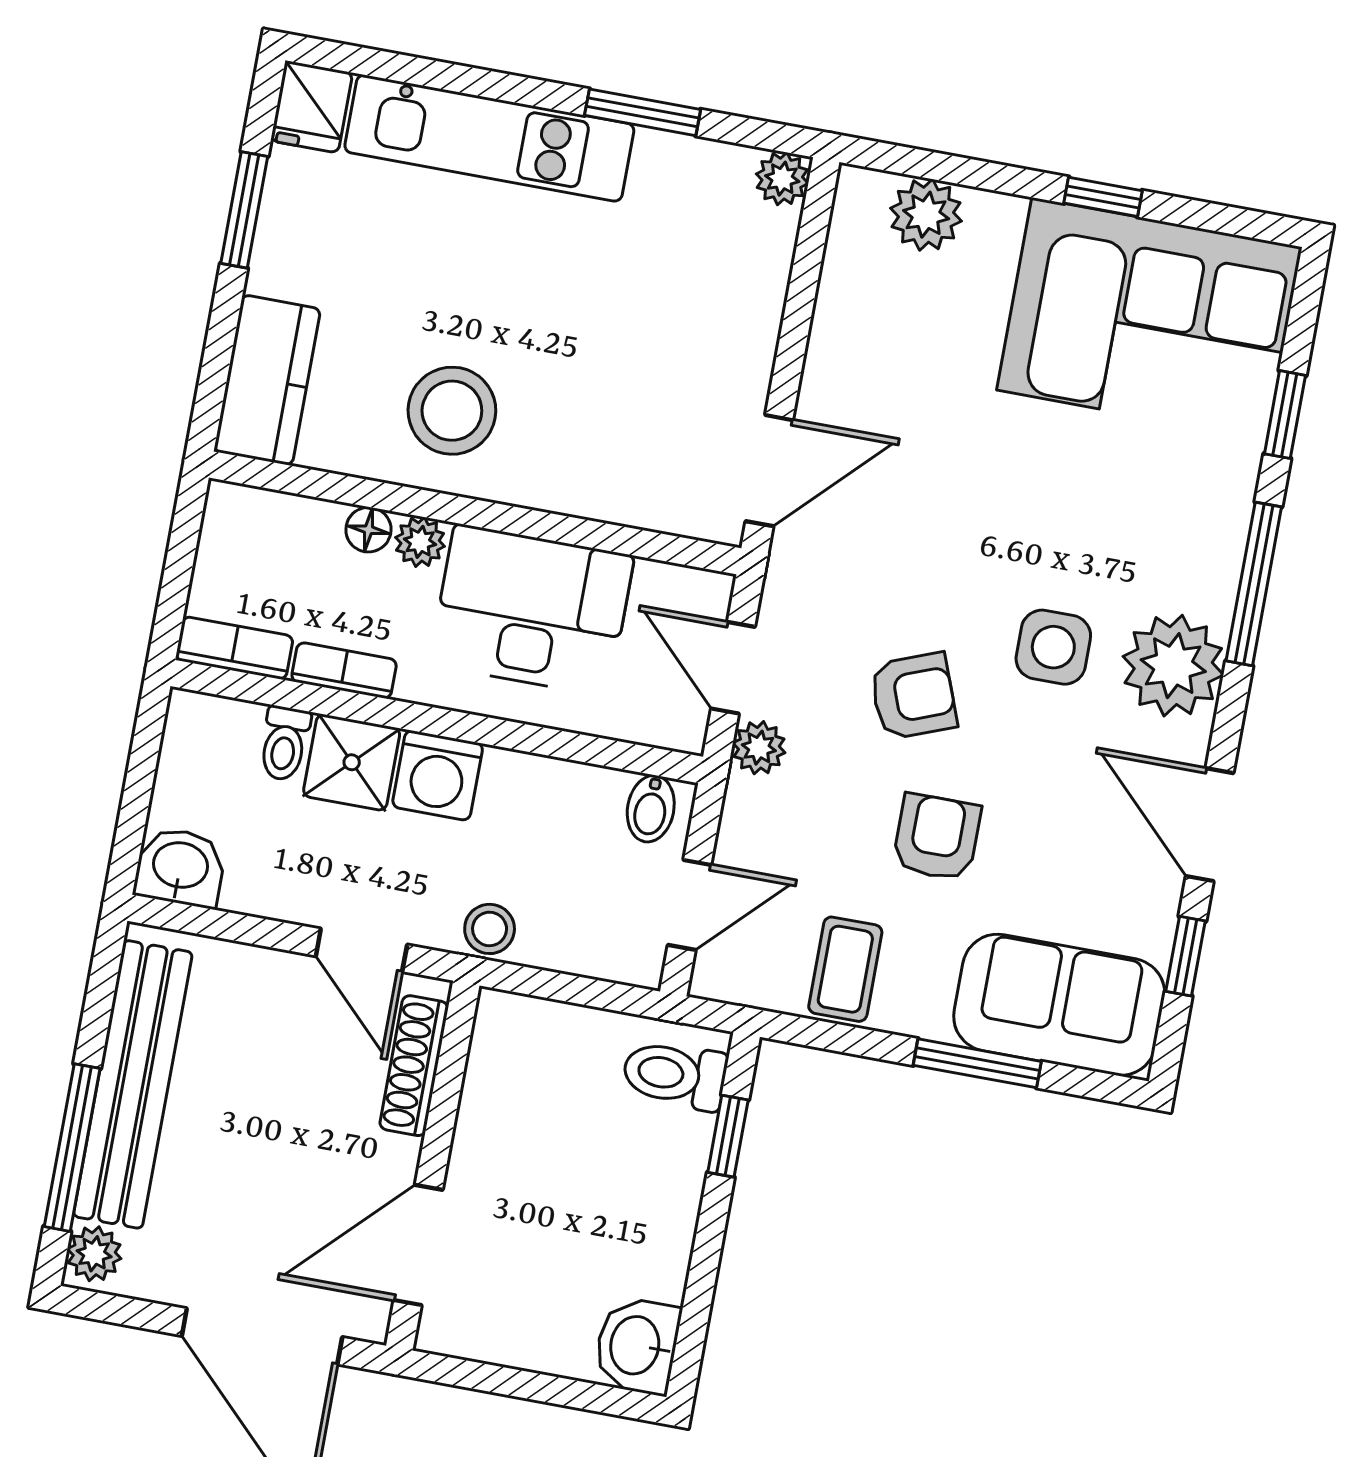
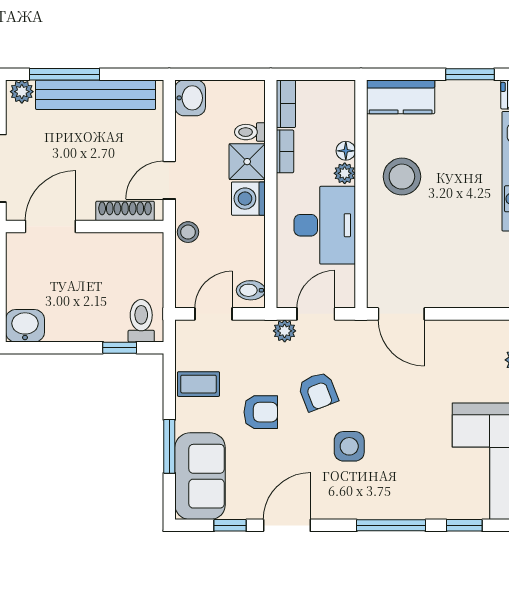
plant: (1173, 666) -> (351, 498), removed
door: (690, 905) -> (213, 314), swing flipped
door: (418, 1245) -> (50, 226), hinge flipped

